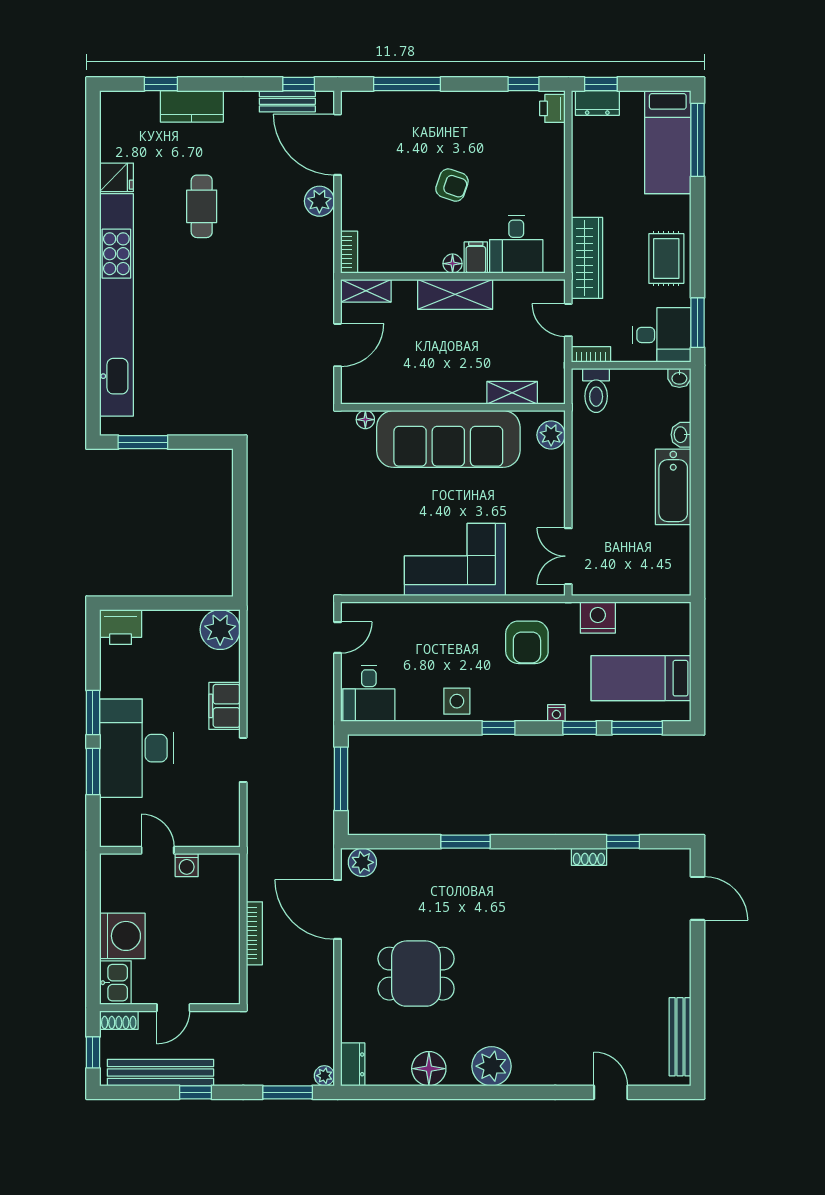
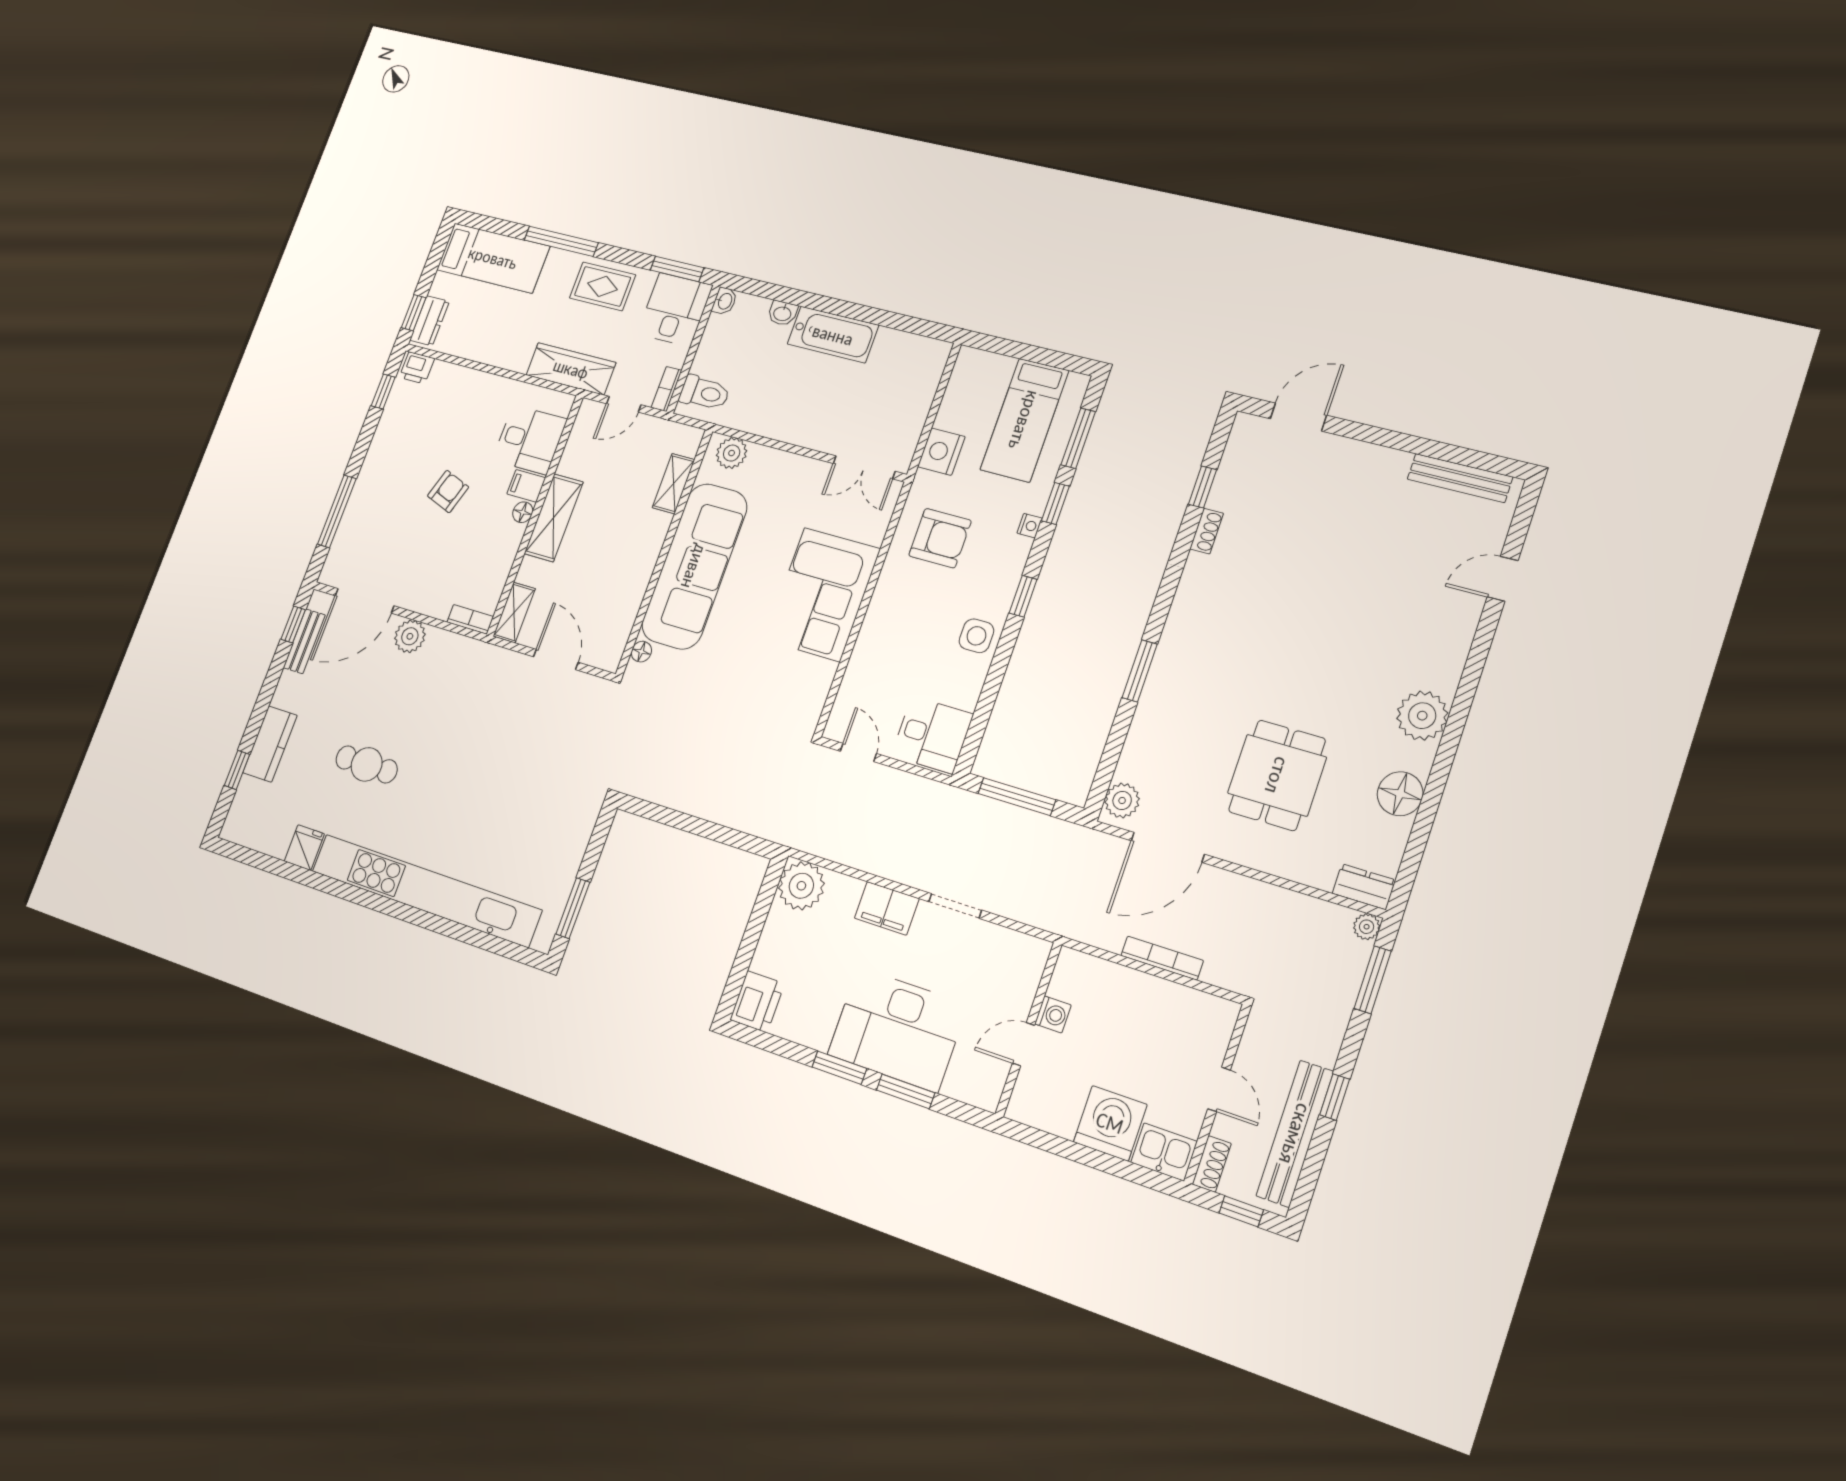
window: (698, 140) -> (561, 241), moved

